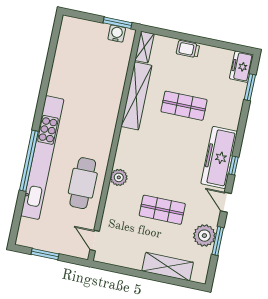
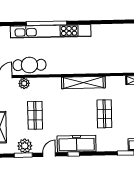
shelving: (136, 96) -> (83, 83), moved
plant: (119, 177) -> (24, 83), moved
cafe table: (83, 183) -> (29, 65), moved

